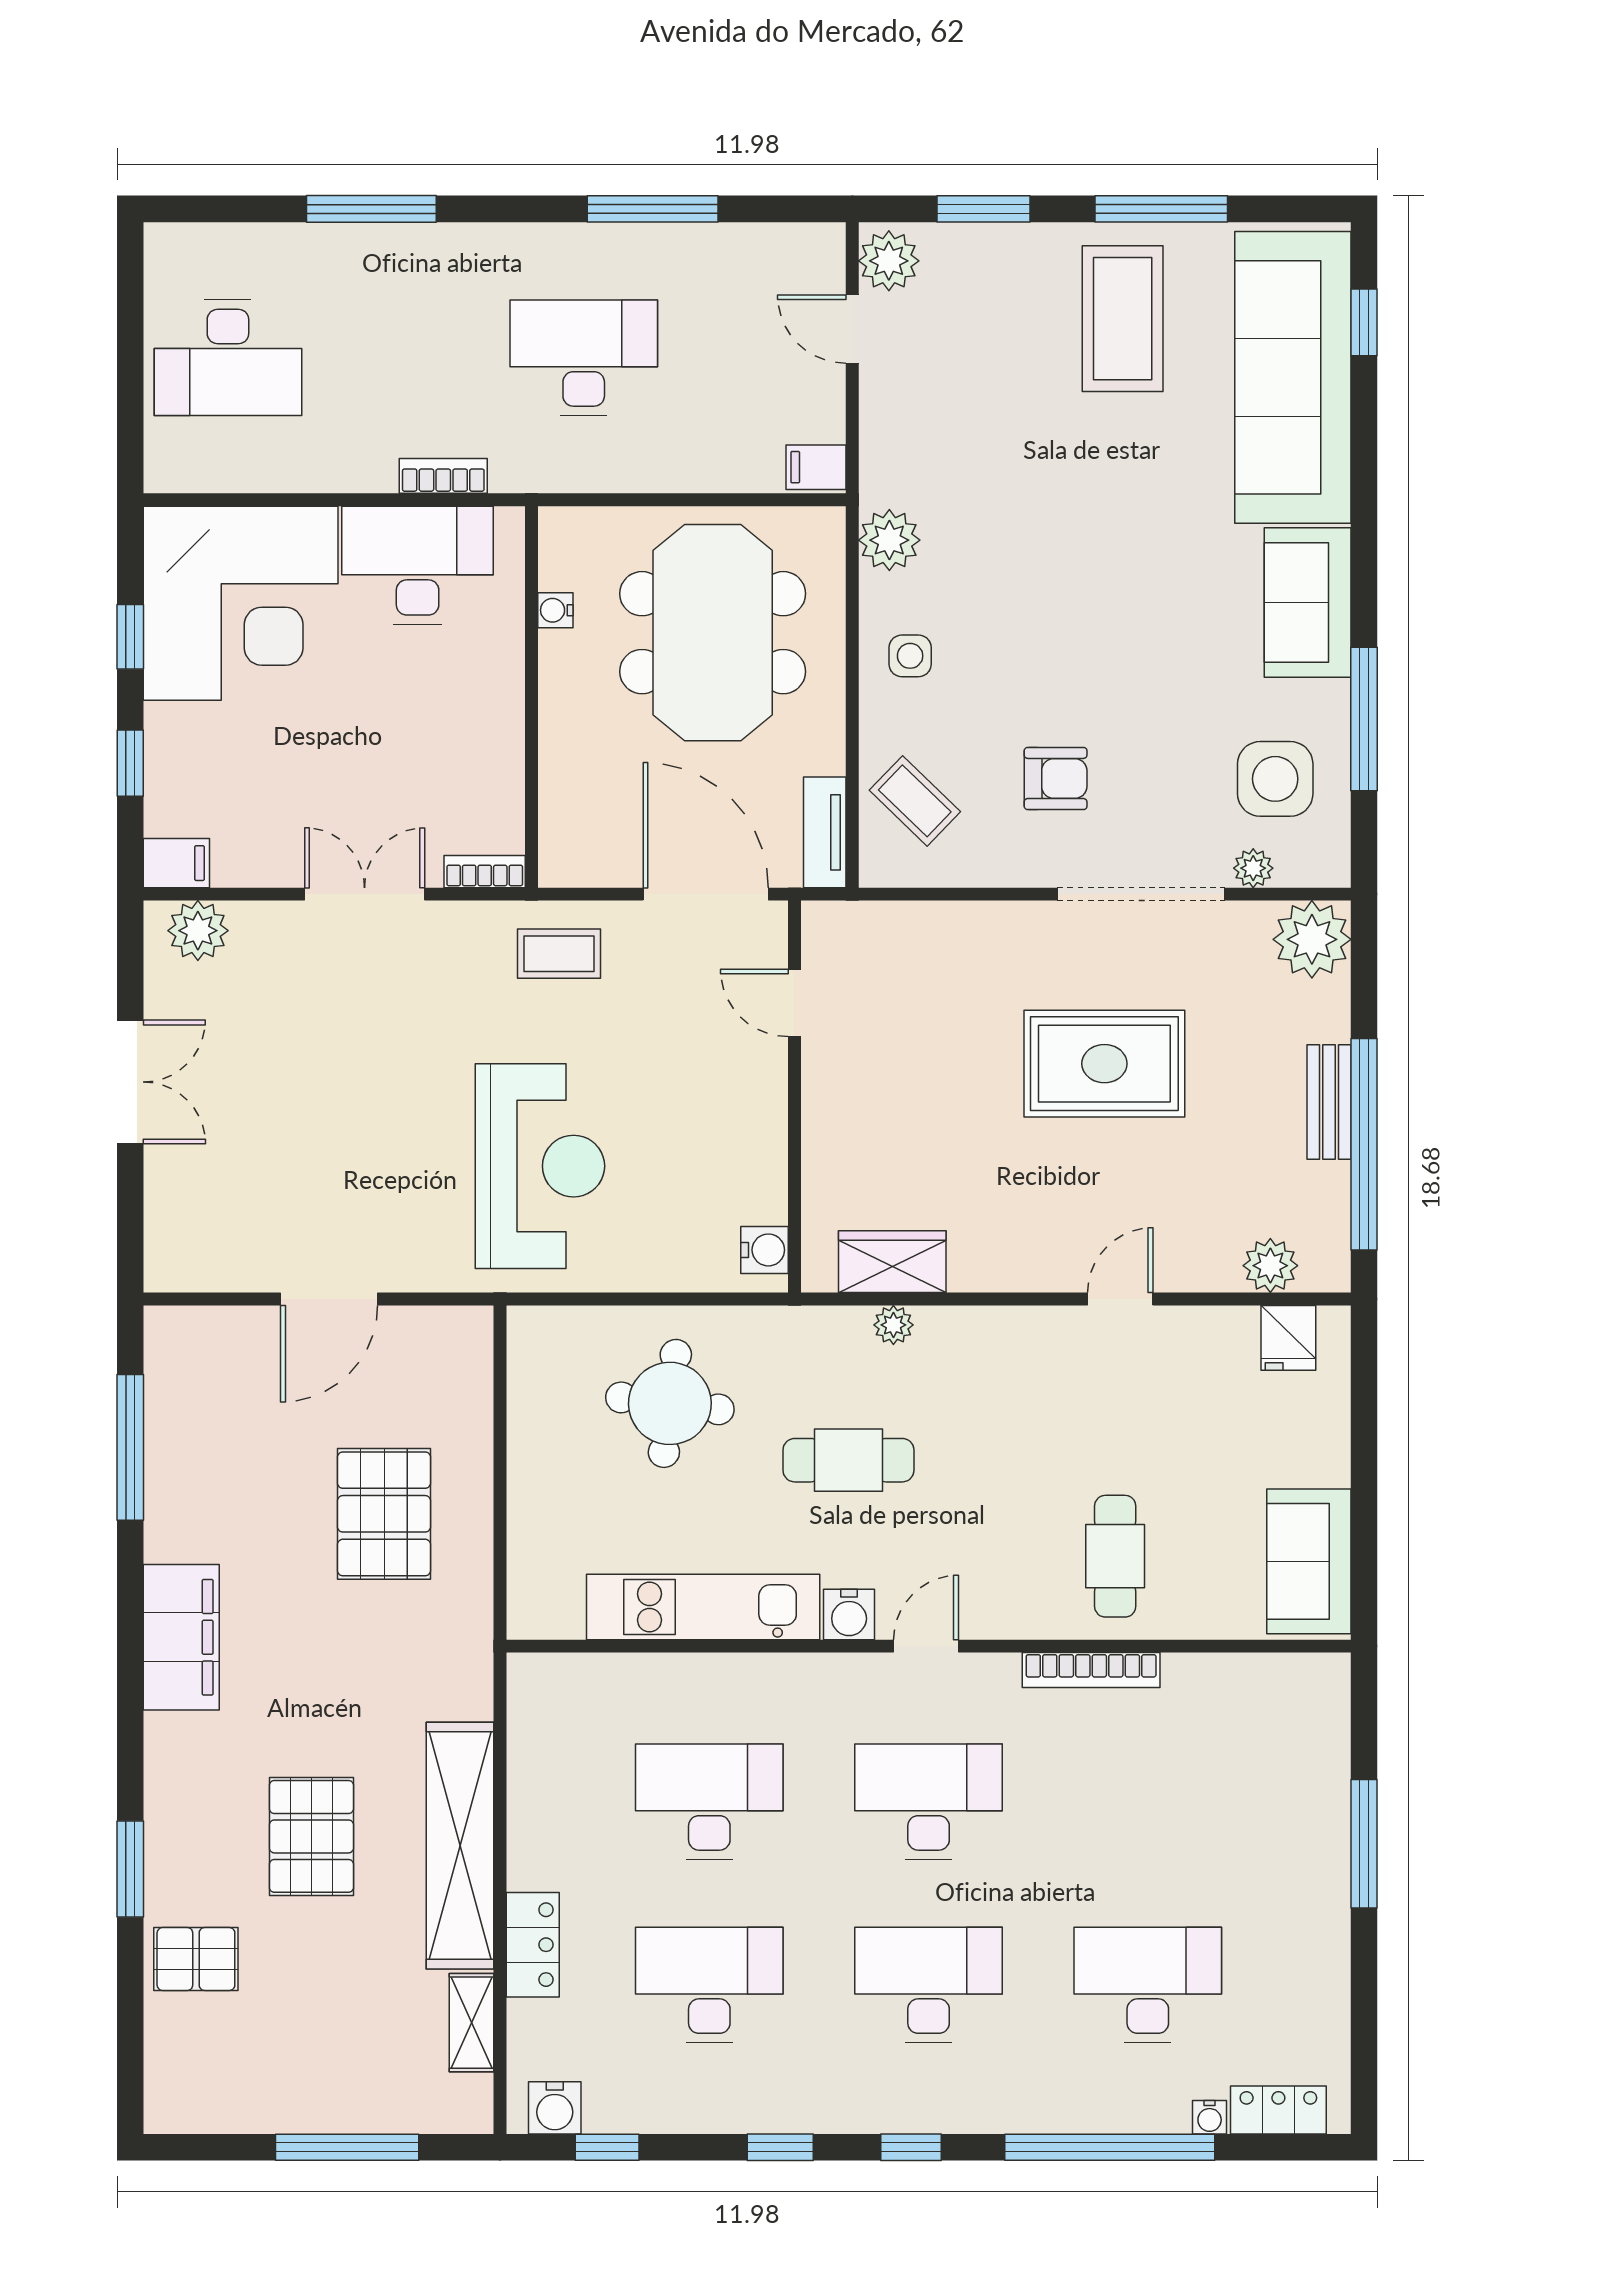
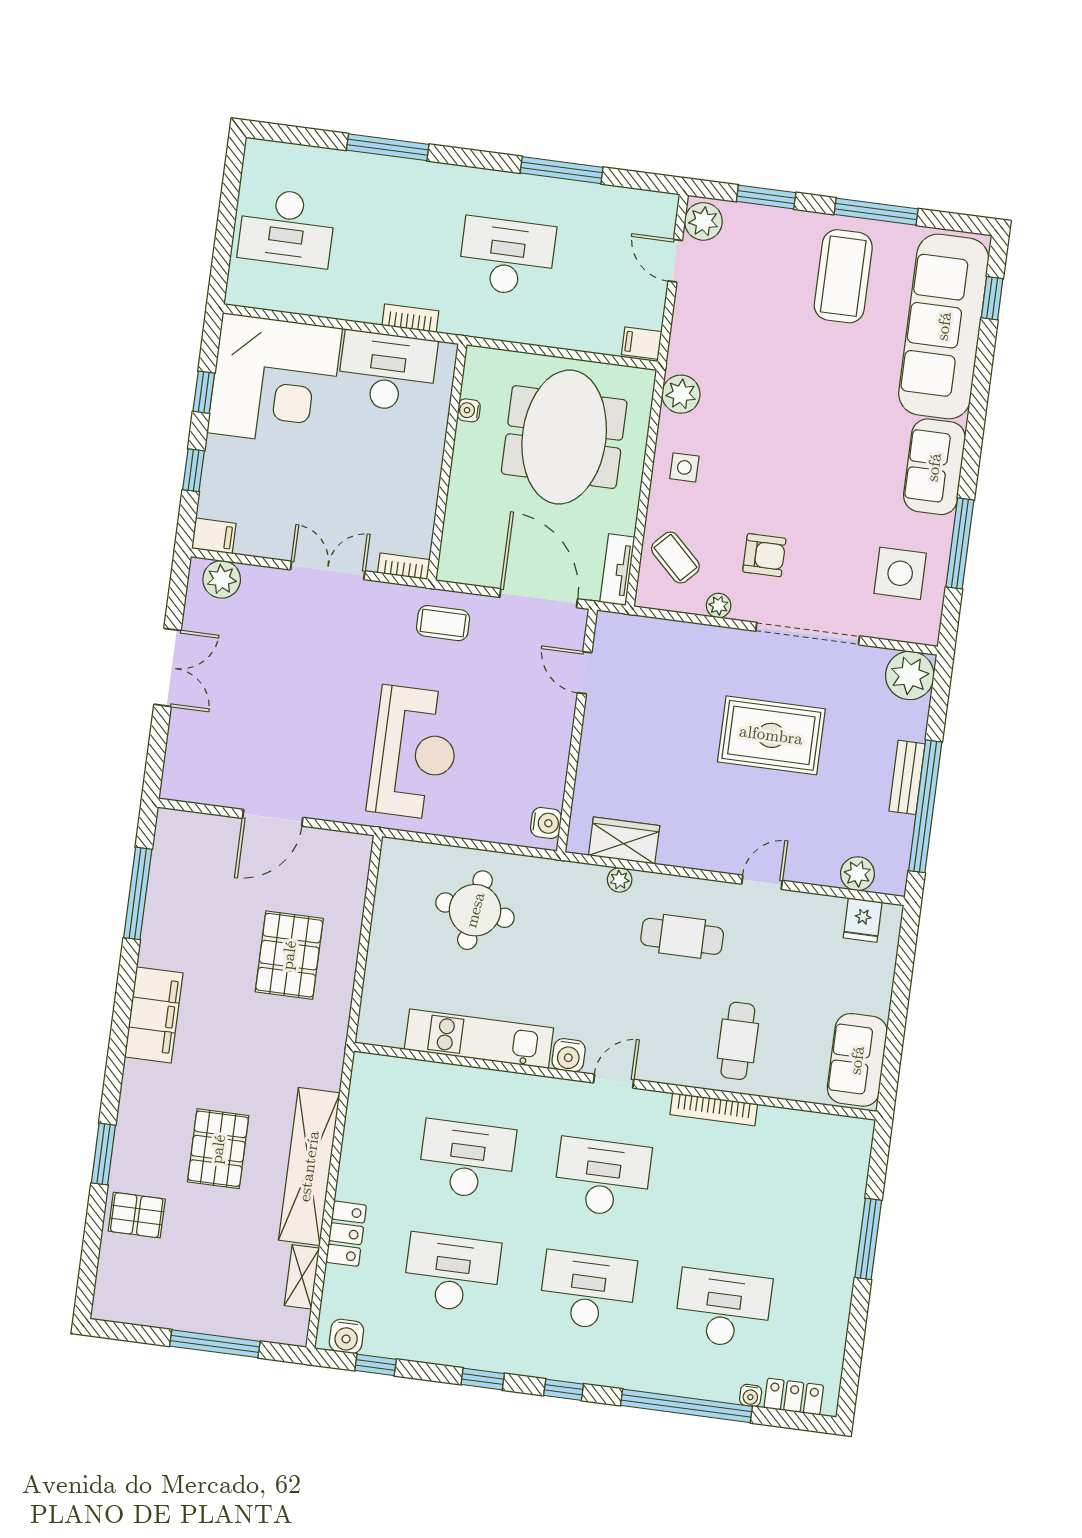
plant: (1253, 868) -> (719, 606), moved
cafe table: (848, 1460) -> (682, 936), moved

